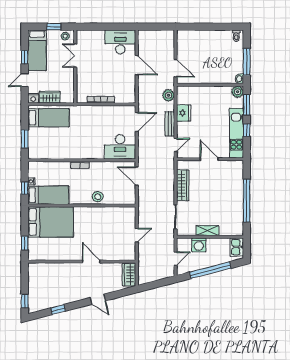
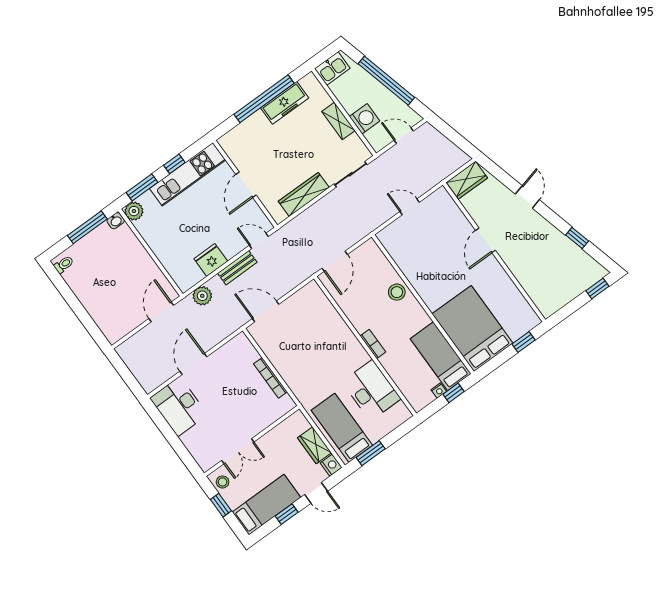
window: (25, 139) -> (371, 453), moved
desk: (120, 147) -> (371, 390), moved
freezer: (237, 210) -> (285, 103), added

